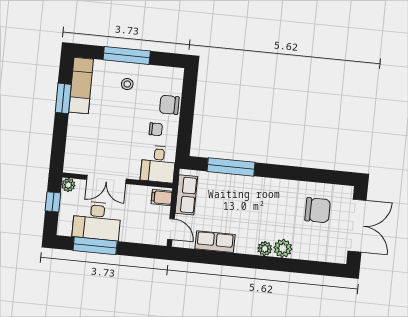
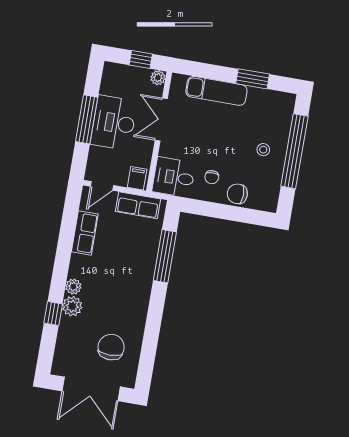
window: (127, 55) -> (294, 151), width x1.46
exam couch: (81, 86) -> (216, 91), moved
chair: (169, 105) -> (237, 194), turned -90
chair: (318, 210) -> (111, 347), turned 180
desk: (97, 221) -> (114, 123), moved
window: (95, 246) -> (87, 119), moved
window: (291, 265) -> (53, 313), added

